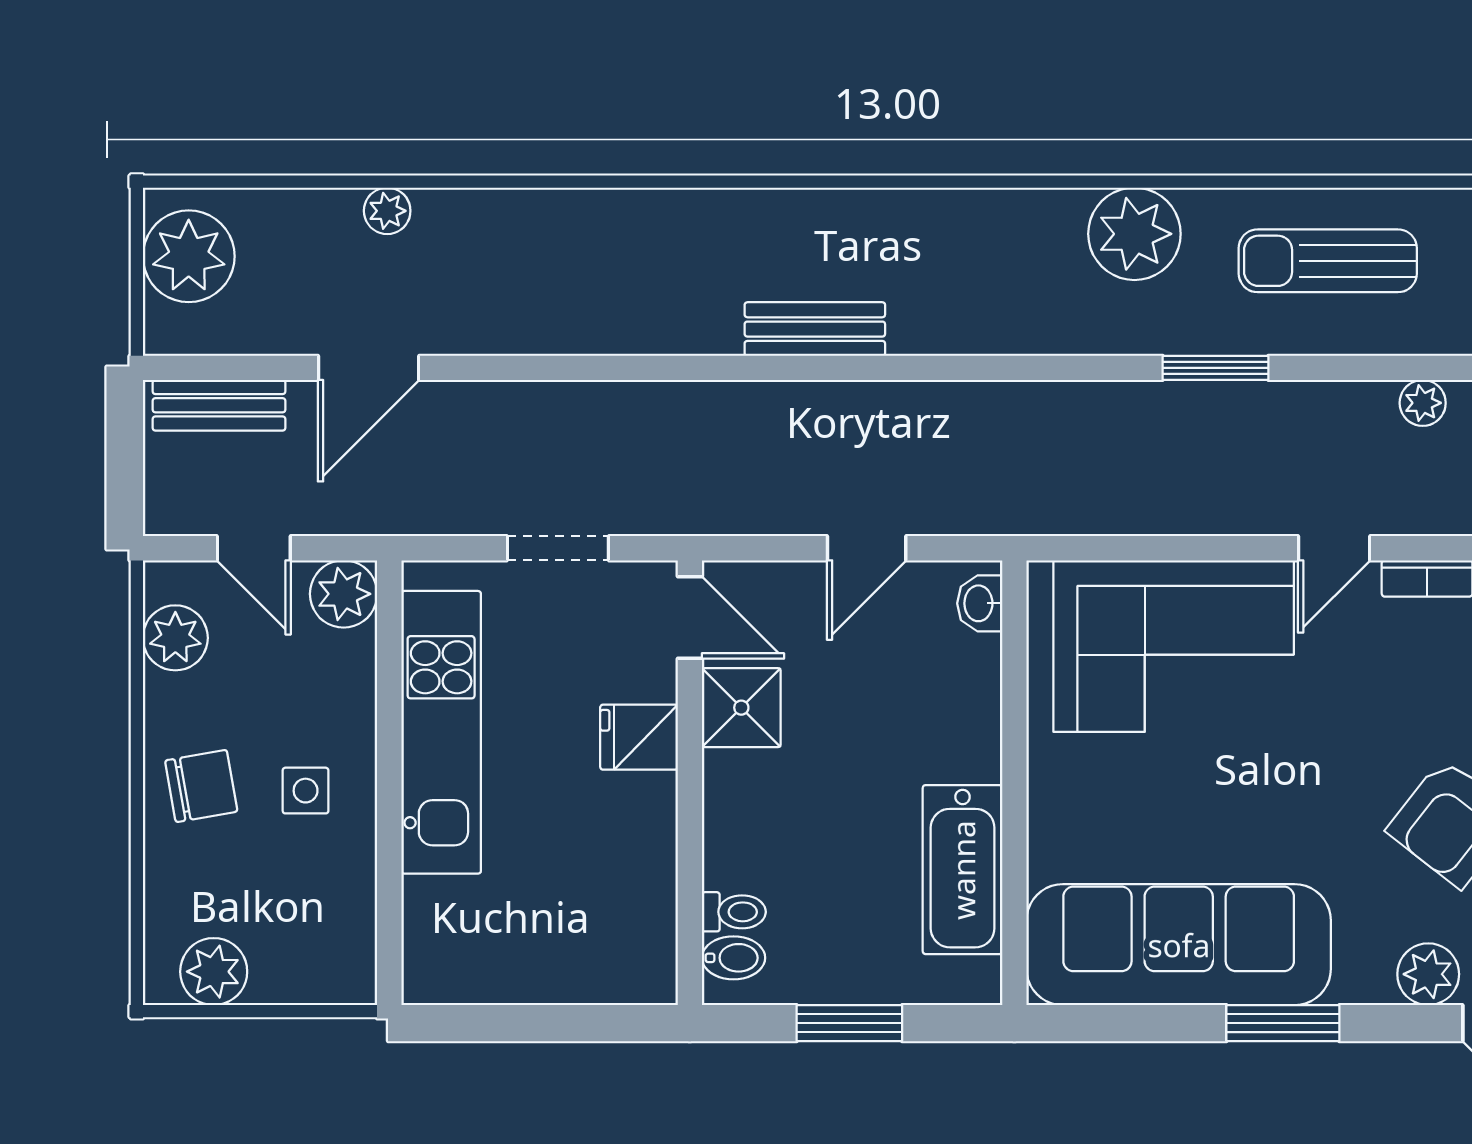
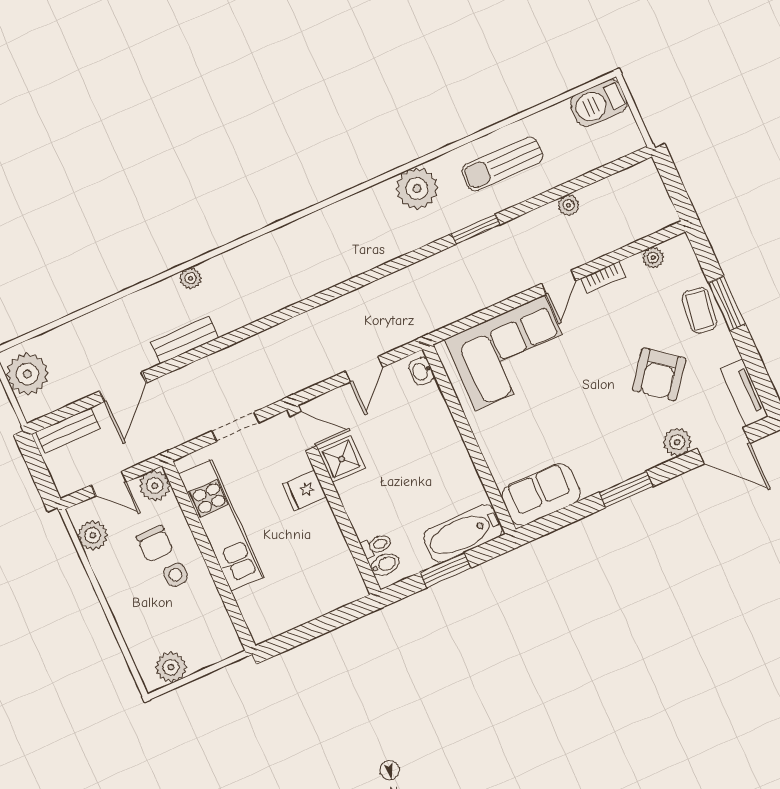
plant: (387, 211) -> (190, 278), moved
bench: (815, 329) -> (185, 340), moved
chair: (201, 786) -> (155, 544), moved, turned 100
bathtub: (963, 870) -> (463, 533), moved, turned 90
sofa: (1179, 945) -> (541, 495), width x0.54, depth x0.79

